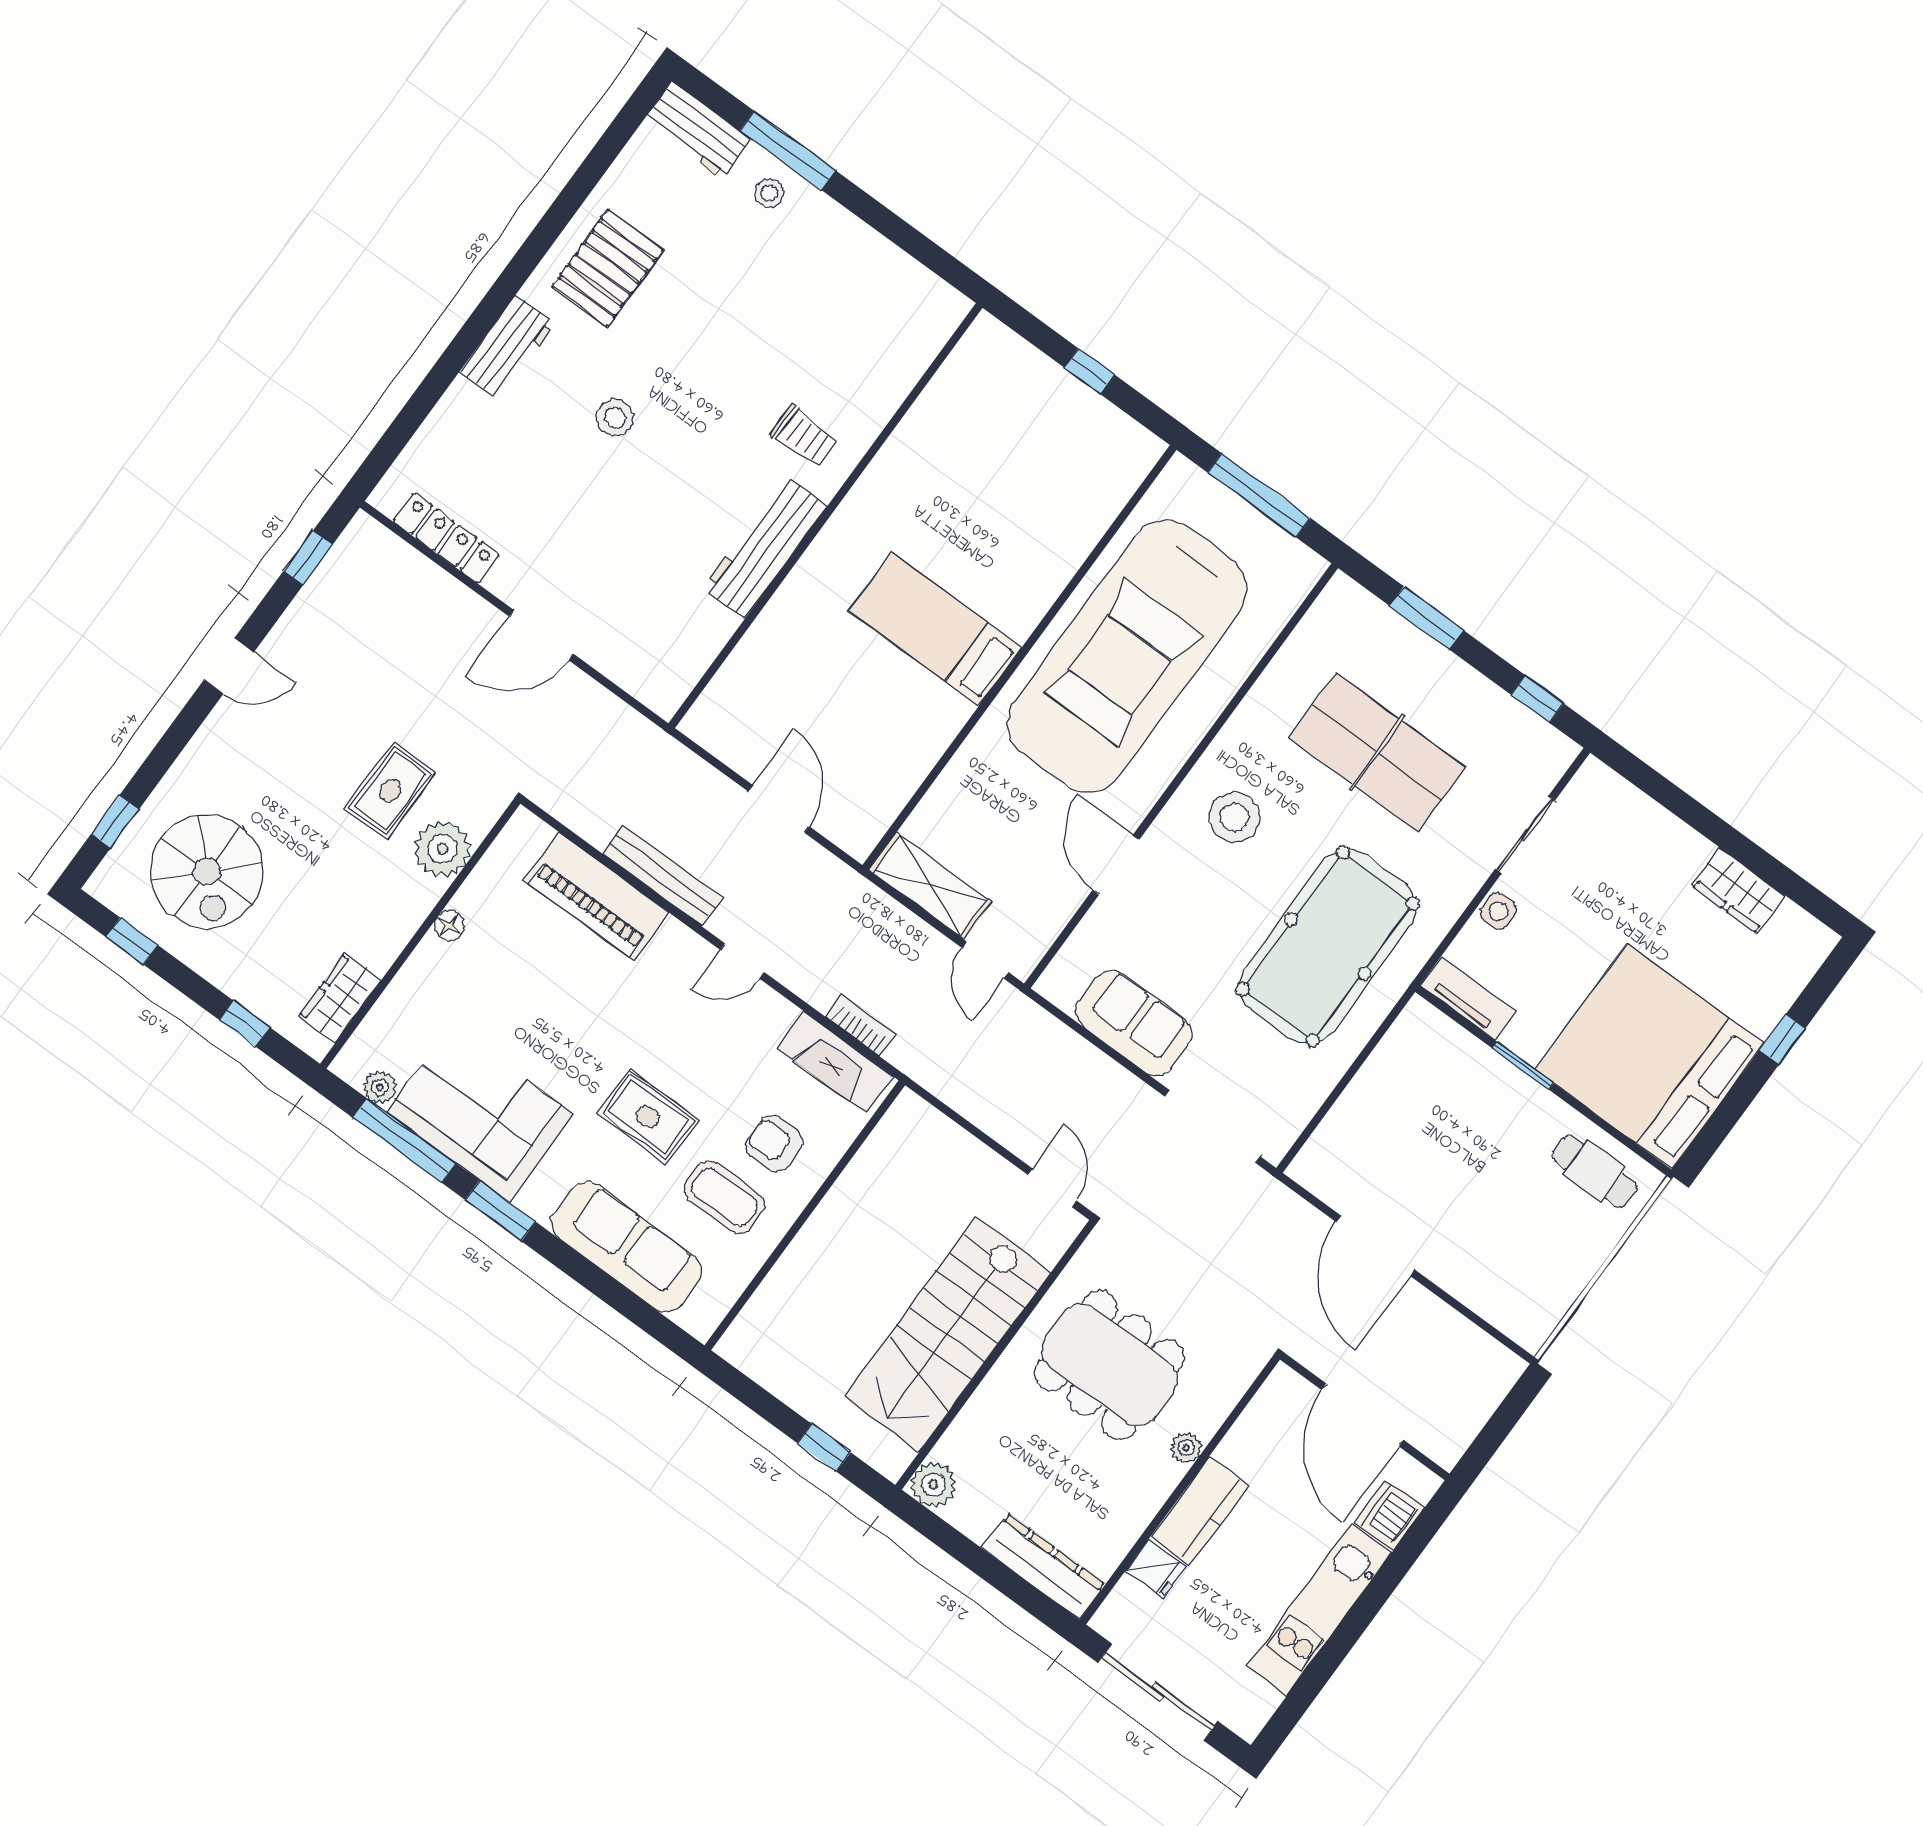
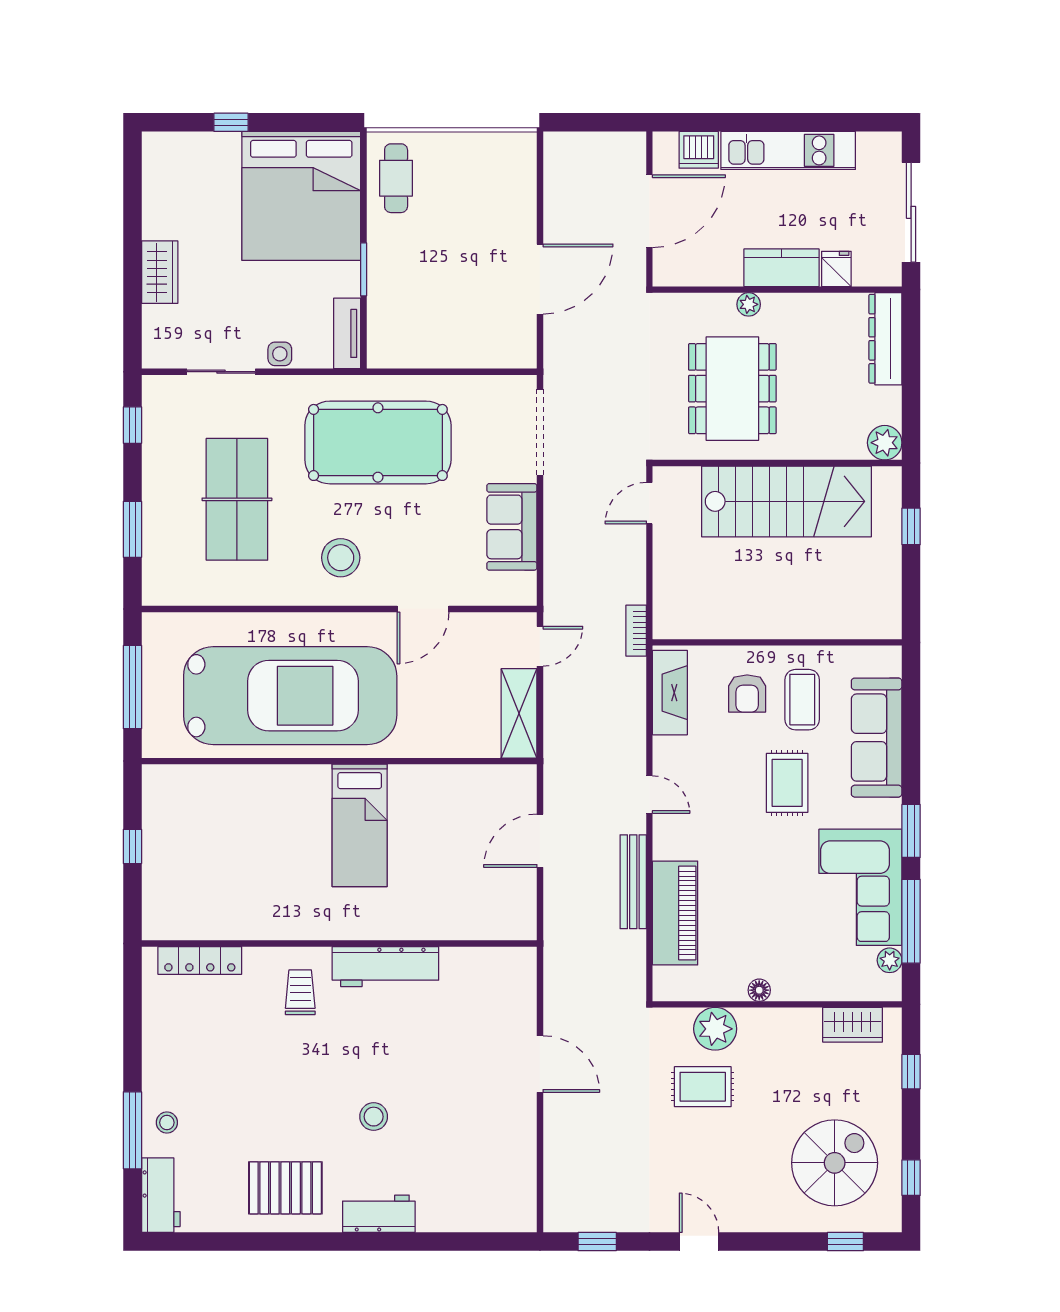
locker: (446, 538) -> (200, 960), moved, turned -90
wardrobe: (1738, 891) -> (160, 272), moved
bookcase: (861, 1026) -> (636, 631), moved

